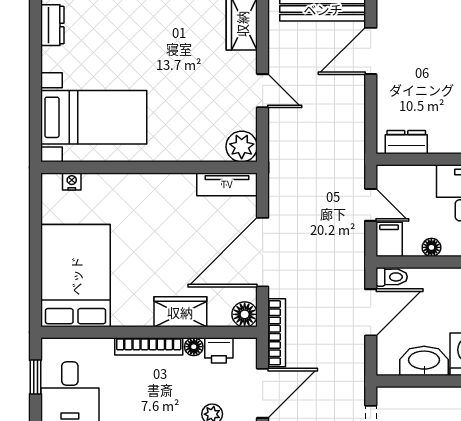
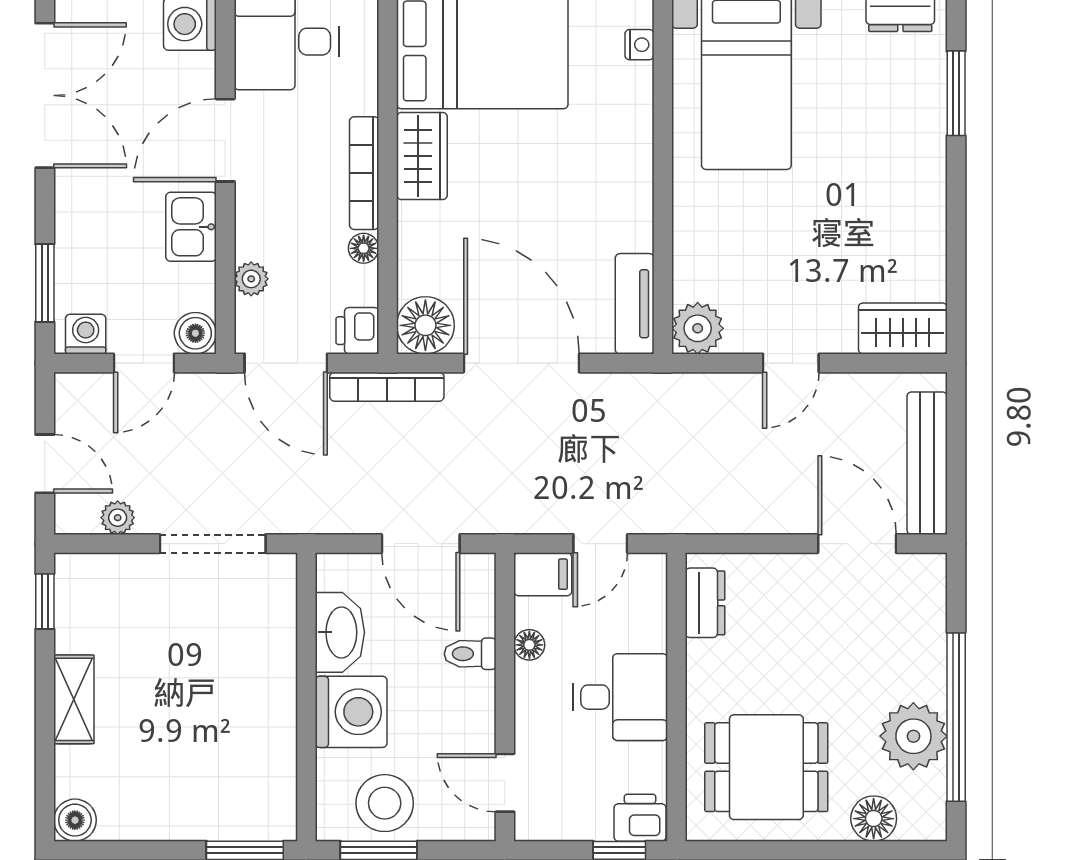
toilet: (392, 277) -> (470, 654), moved, turned 90
wardrobe: (180, 312) -> (422, 156), moved
floor lamp: (245, 314) -> (425, 325), width x1.38, depth x1.38
printer: (219, 350) -> (357, 331), moved

